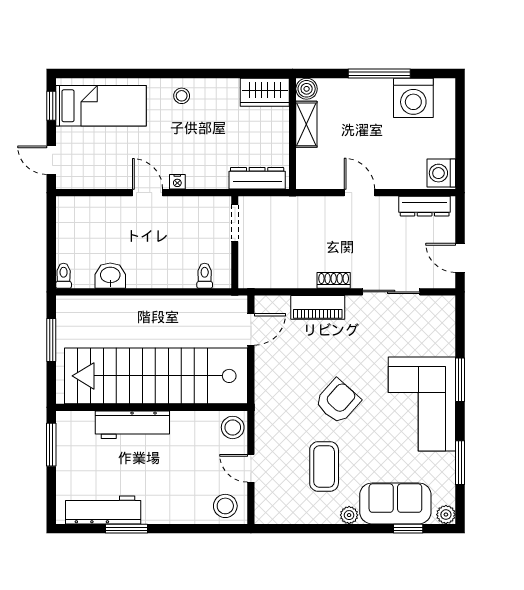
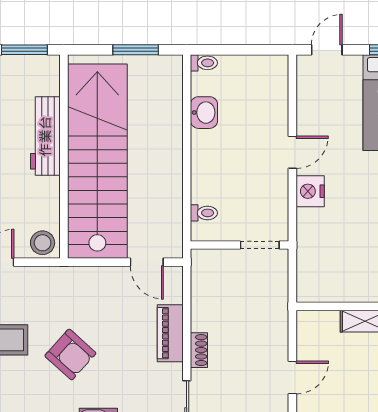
dresser: (257, 178) -> (308, 269), removed
nightstand: (177, 182) -> (310, 191), width x1.89, depth x1.79

